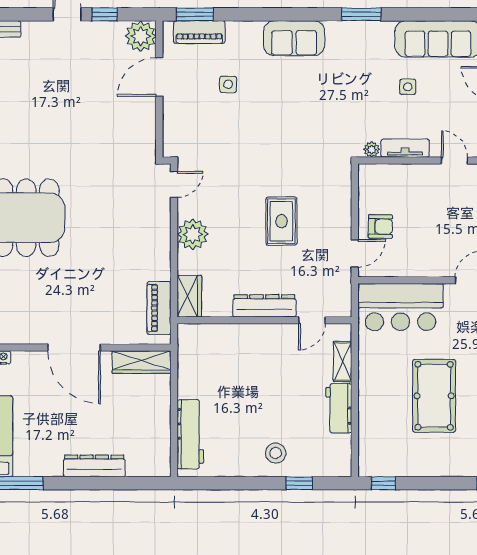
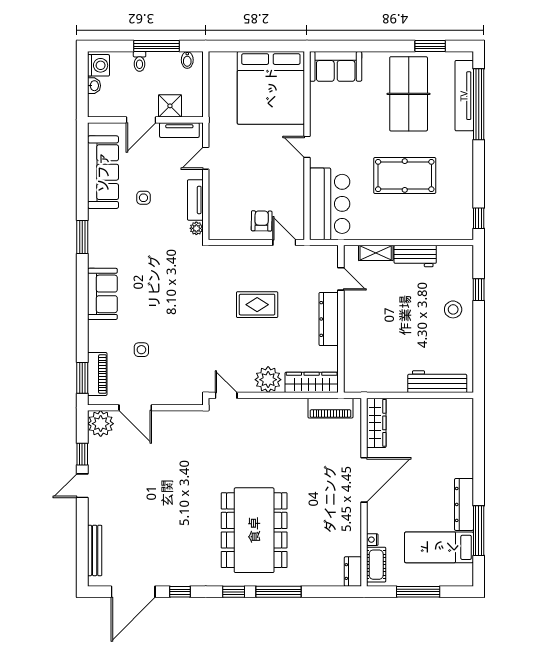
wardrobe: (189, 296) -> (312, 382), width x1.50
dresser: (94, 466) -> (464, 504), moved

